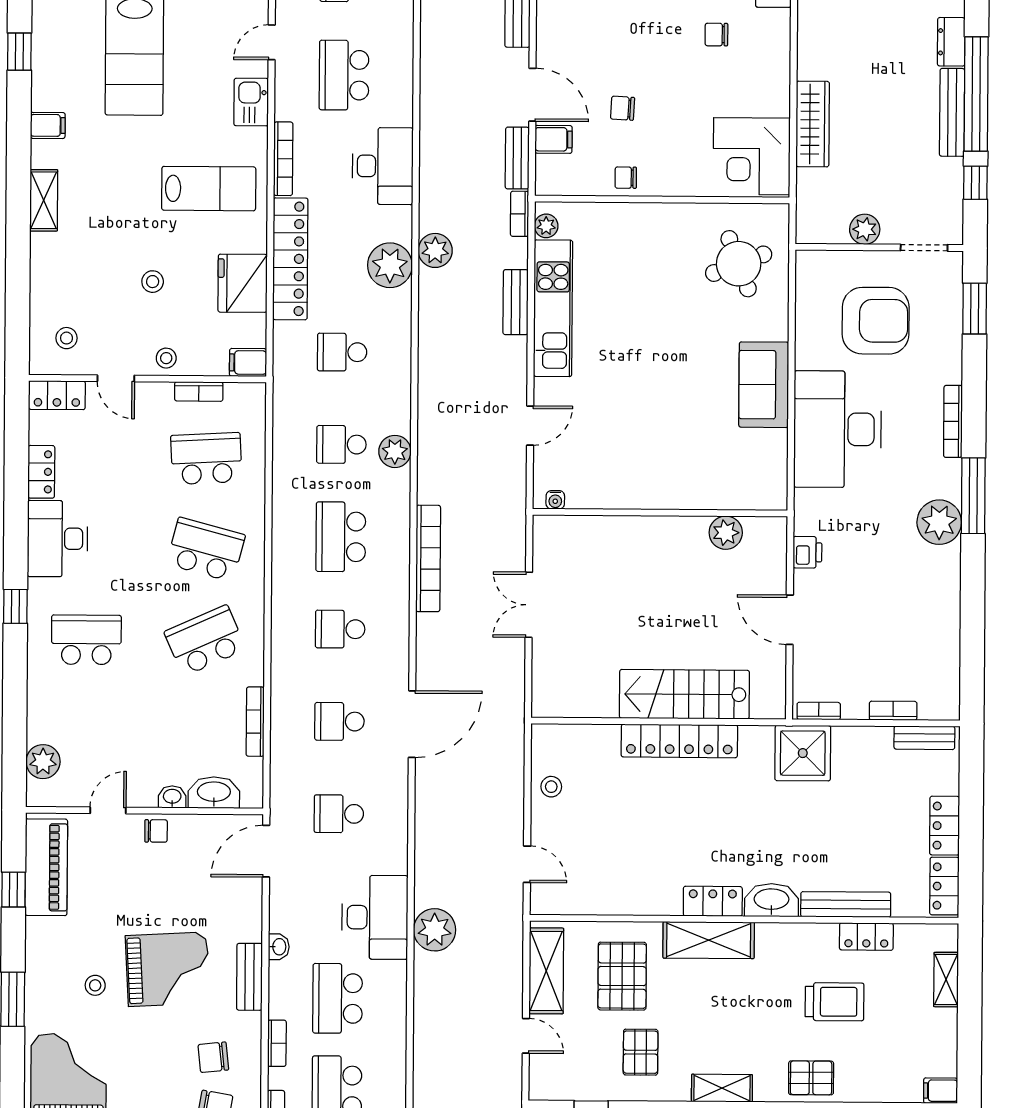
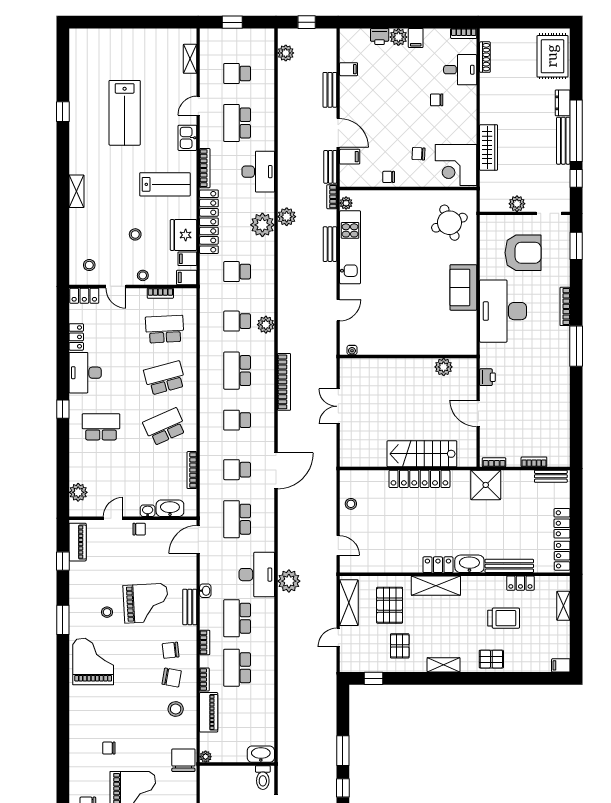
chair: (623, 108) -> (418, 154), moved
filing cabinet: (48, 125) -> (187, 259), moved, turned 180
plant: (939, 522) -> (558, 361), removed
school desk: (206, 550) -> (165, 378), turned -30
school desk: (339, 814) -> (237, 519), width x1.85
piano: (46, 867) -> (78, 542), width x0.73, depth x0.75
door: (526, 1036) -> (338, 638), swing flipped

